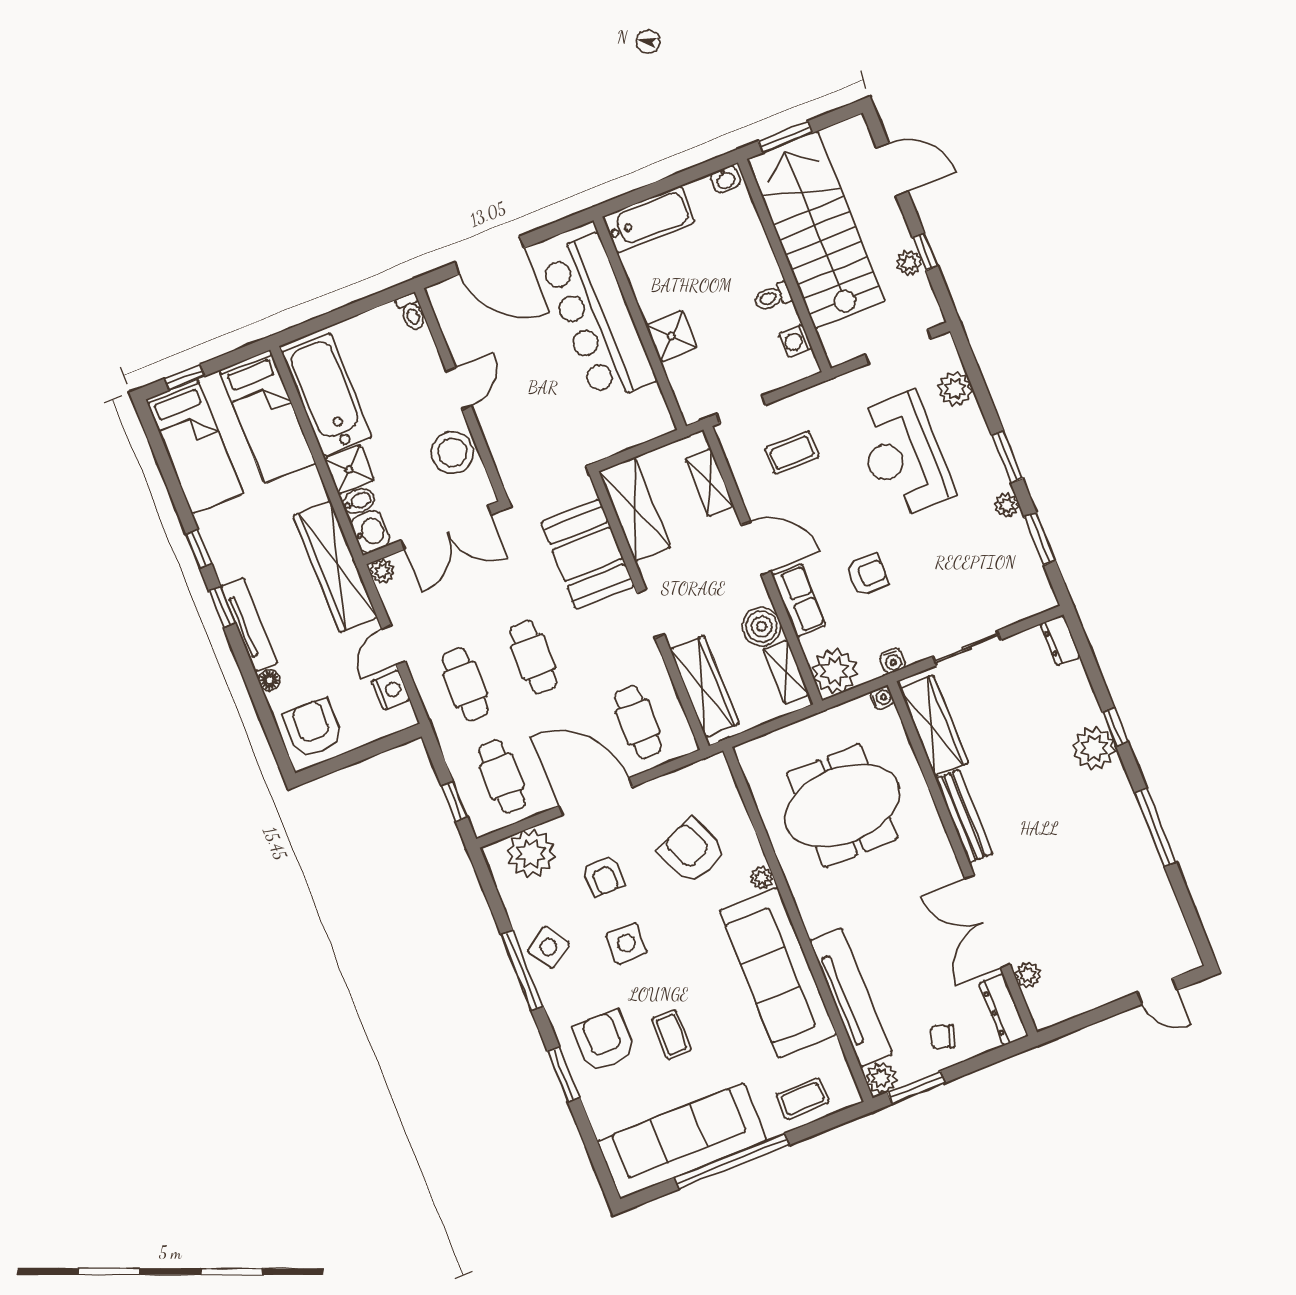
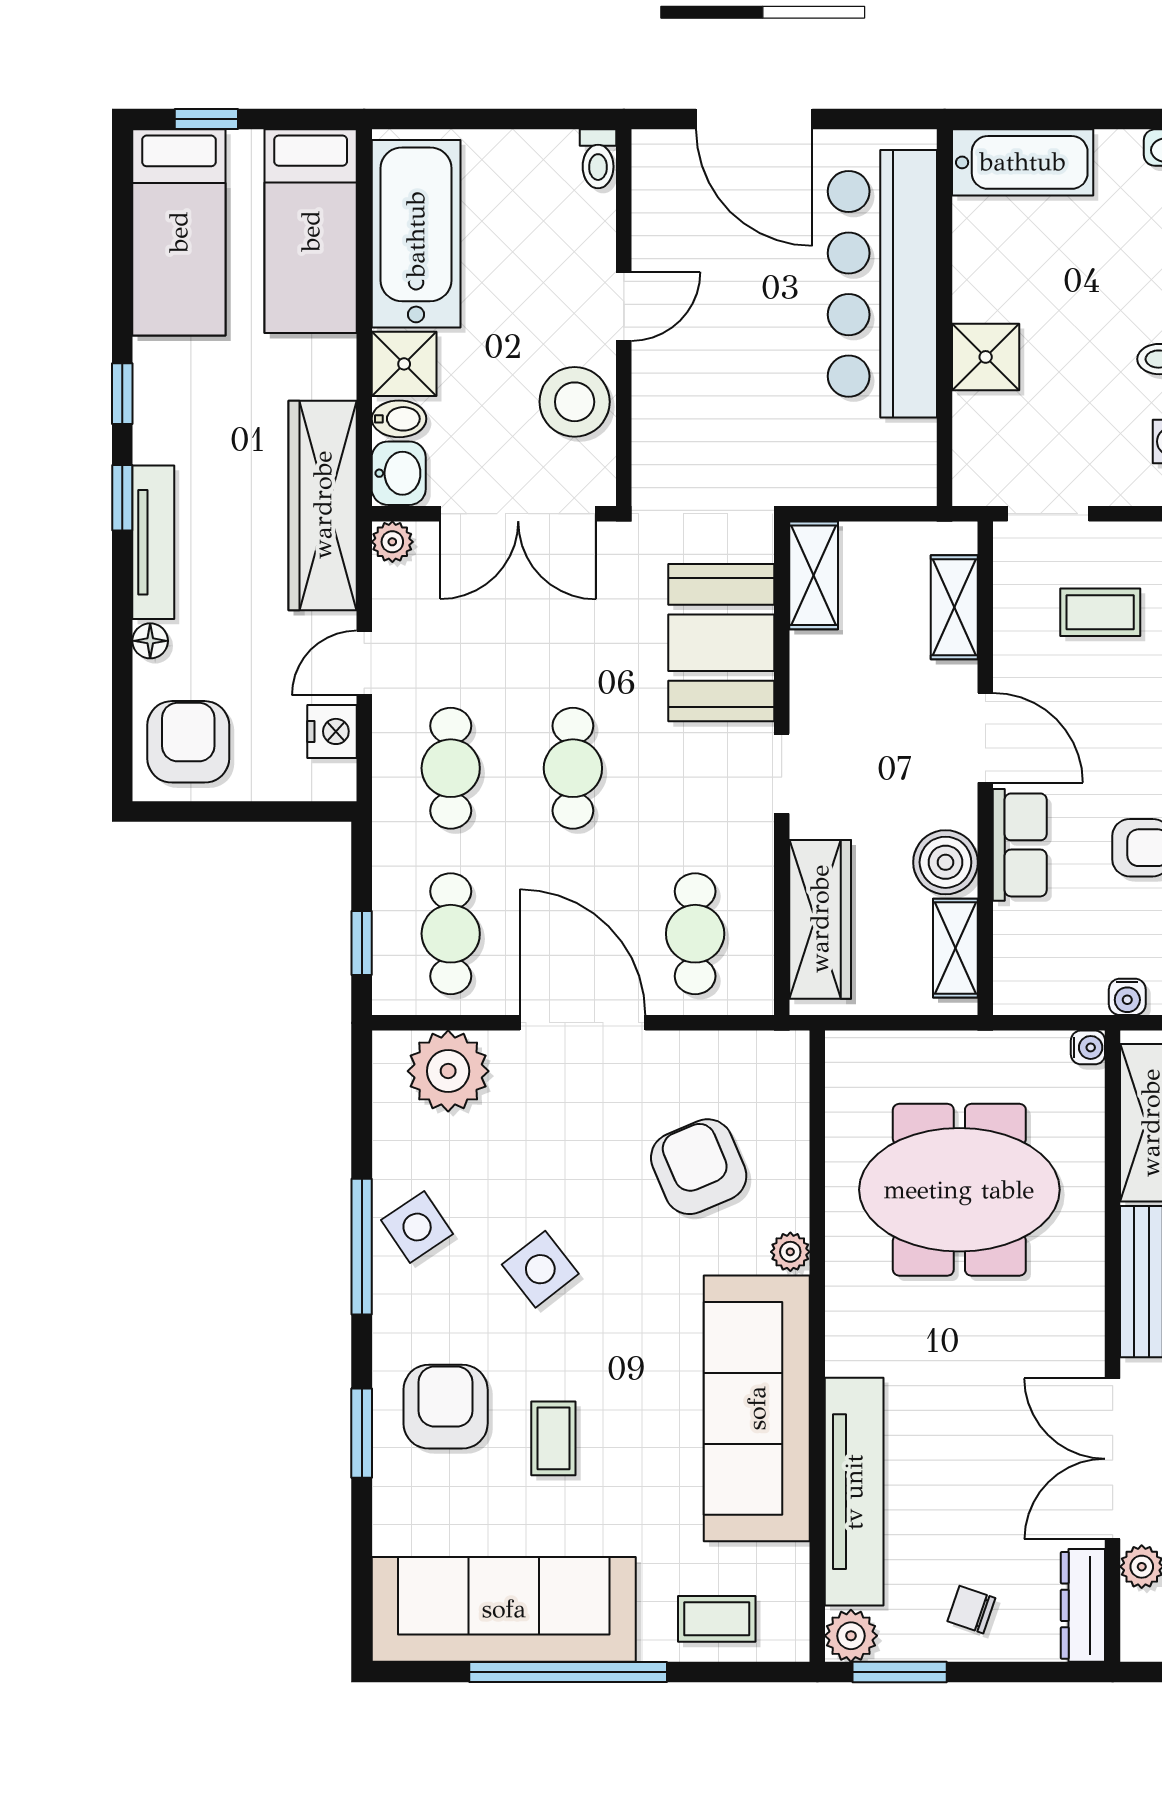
shelving: (635, 509) -> (814, 575), width x0.67, depth x0.75
plant: (835, 671) -> (1031, 977), removed
armchair: (604, 876) -> (546, 1151), removed
side table: (627, 943) -> (540, 1269), turned -38

